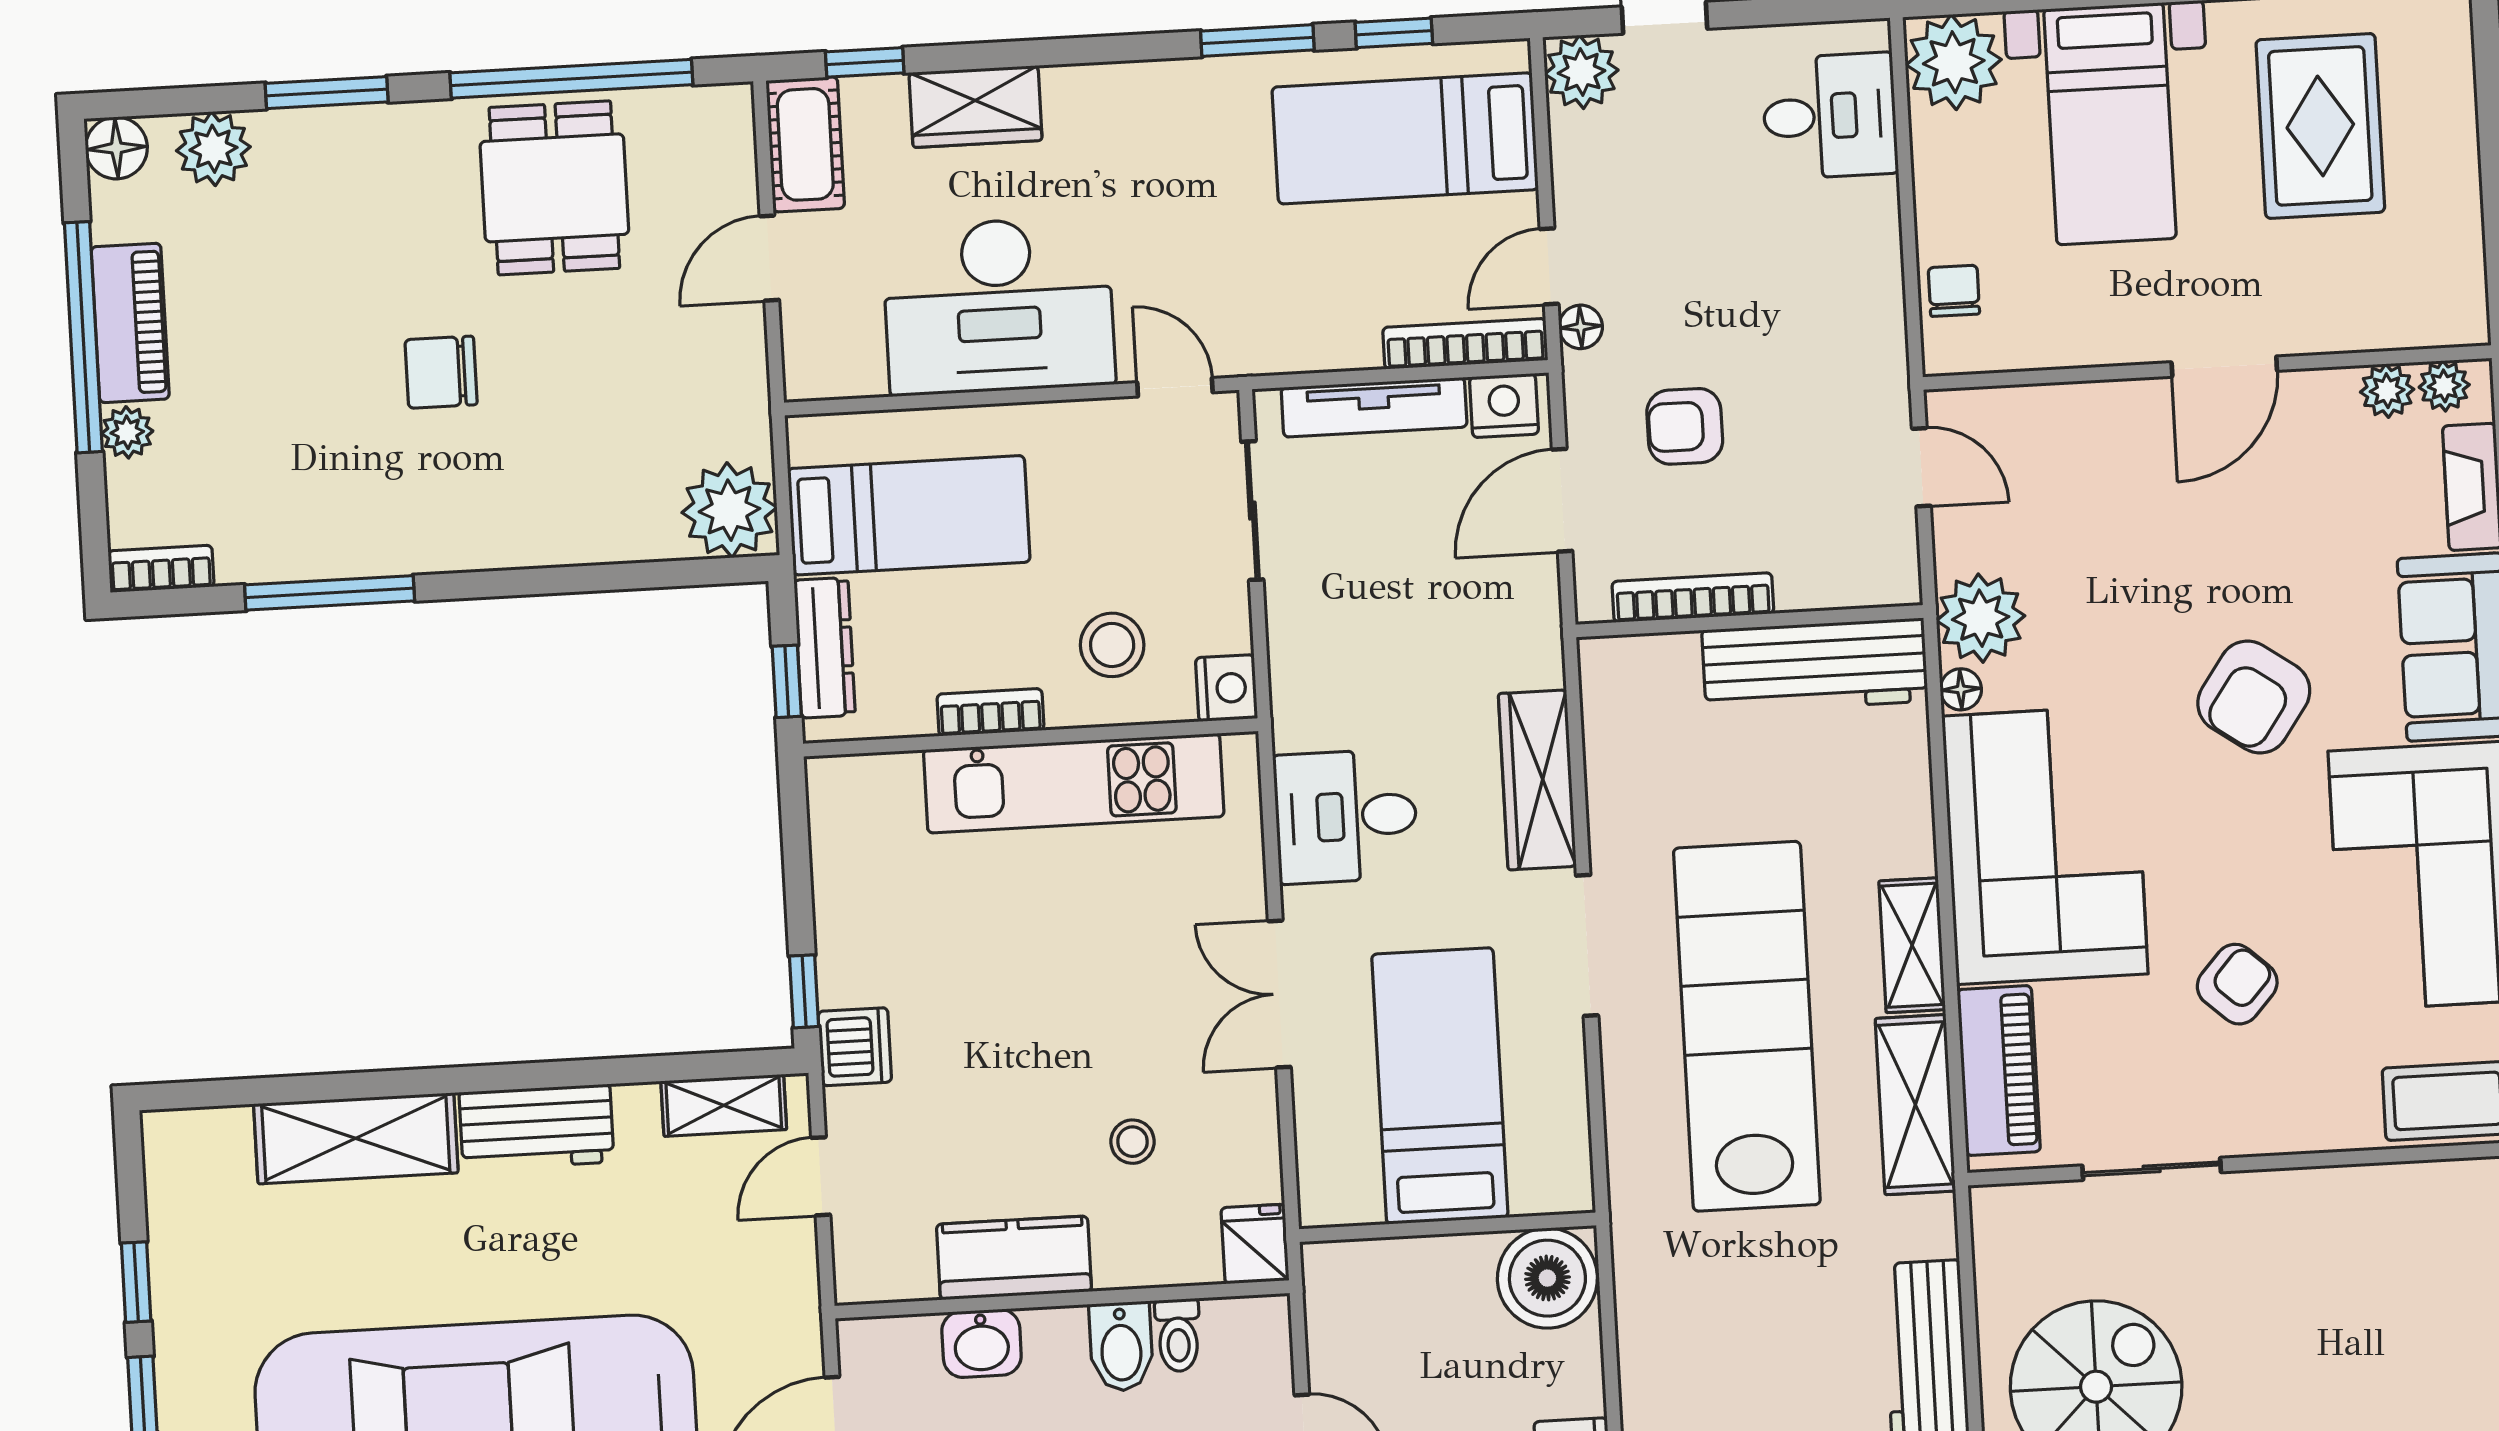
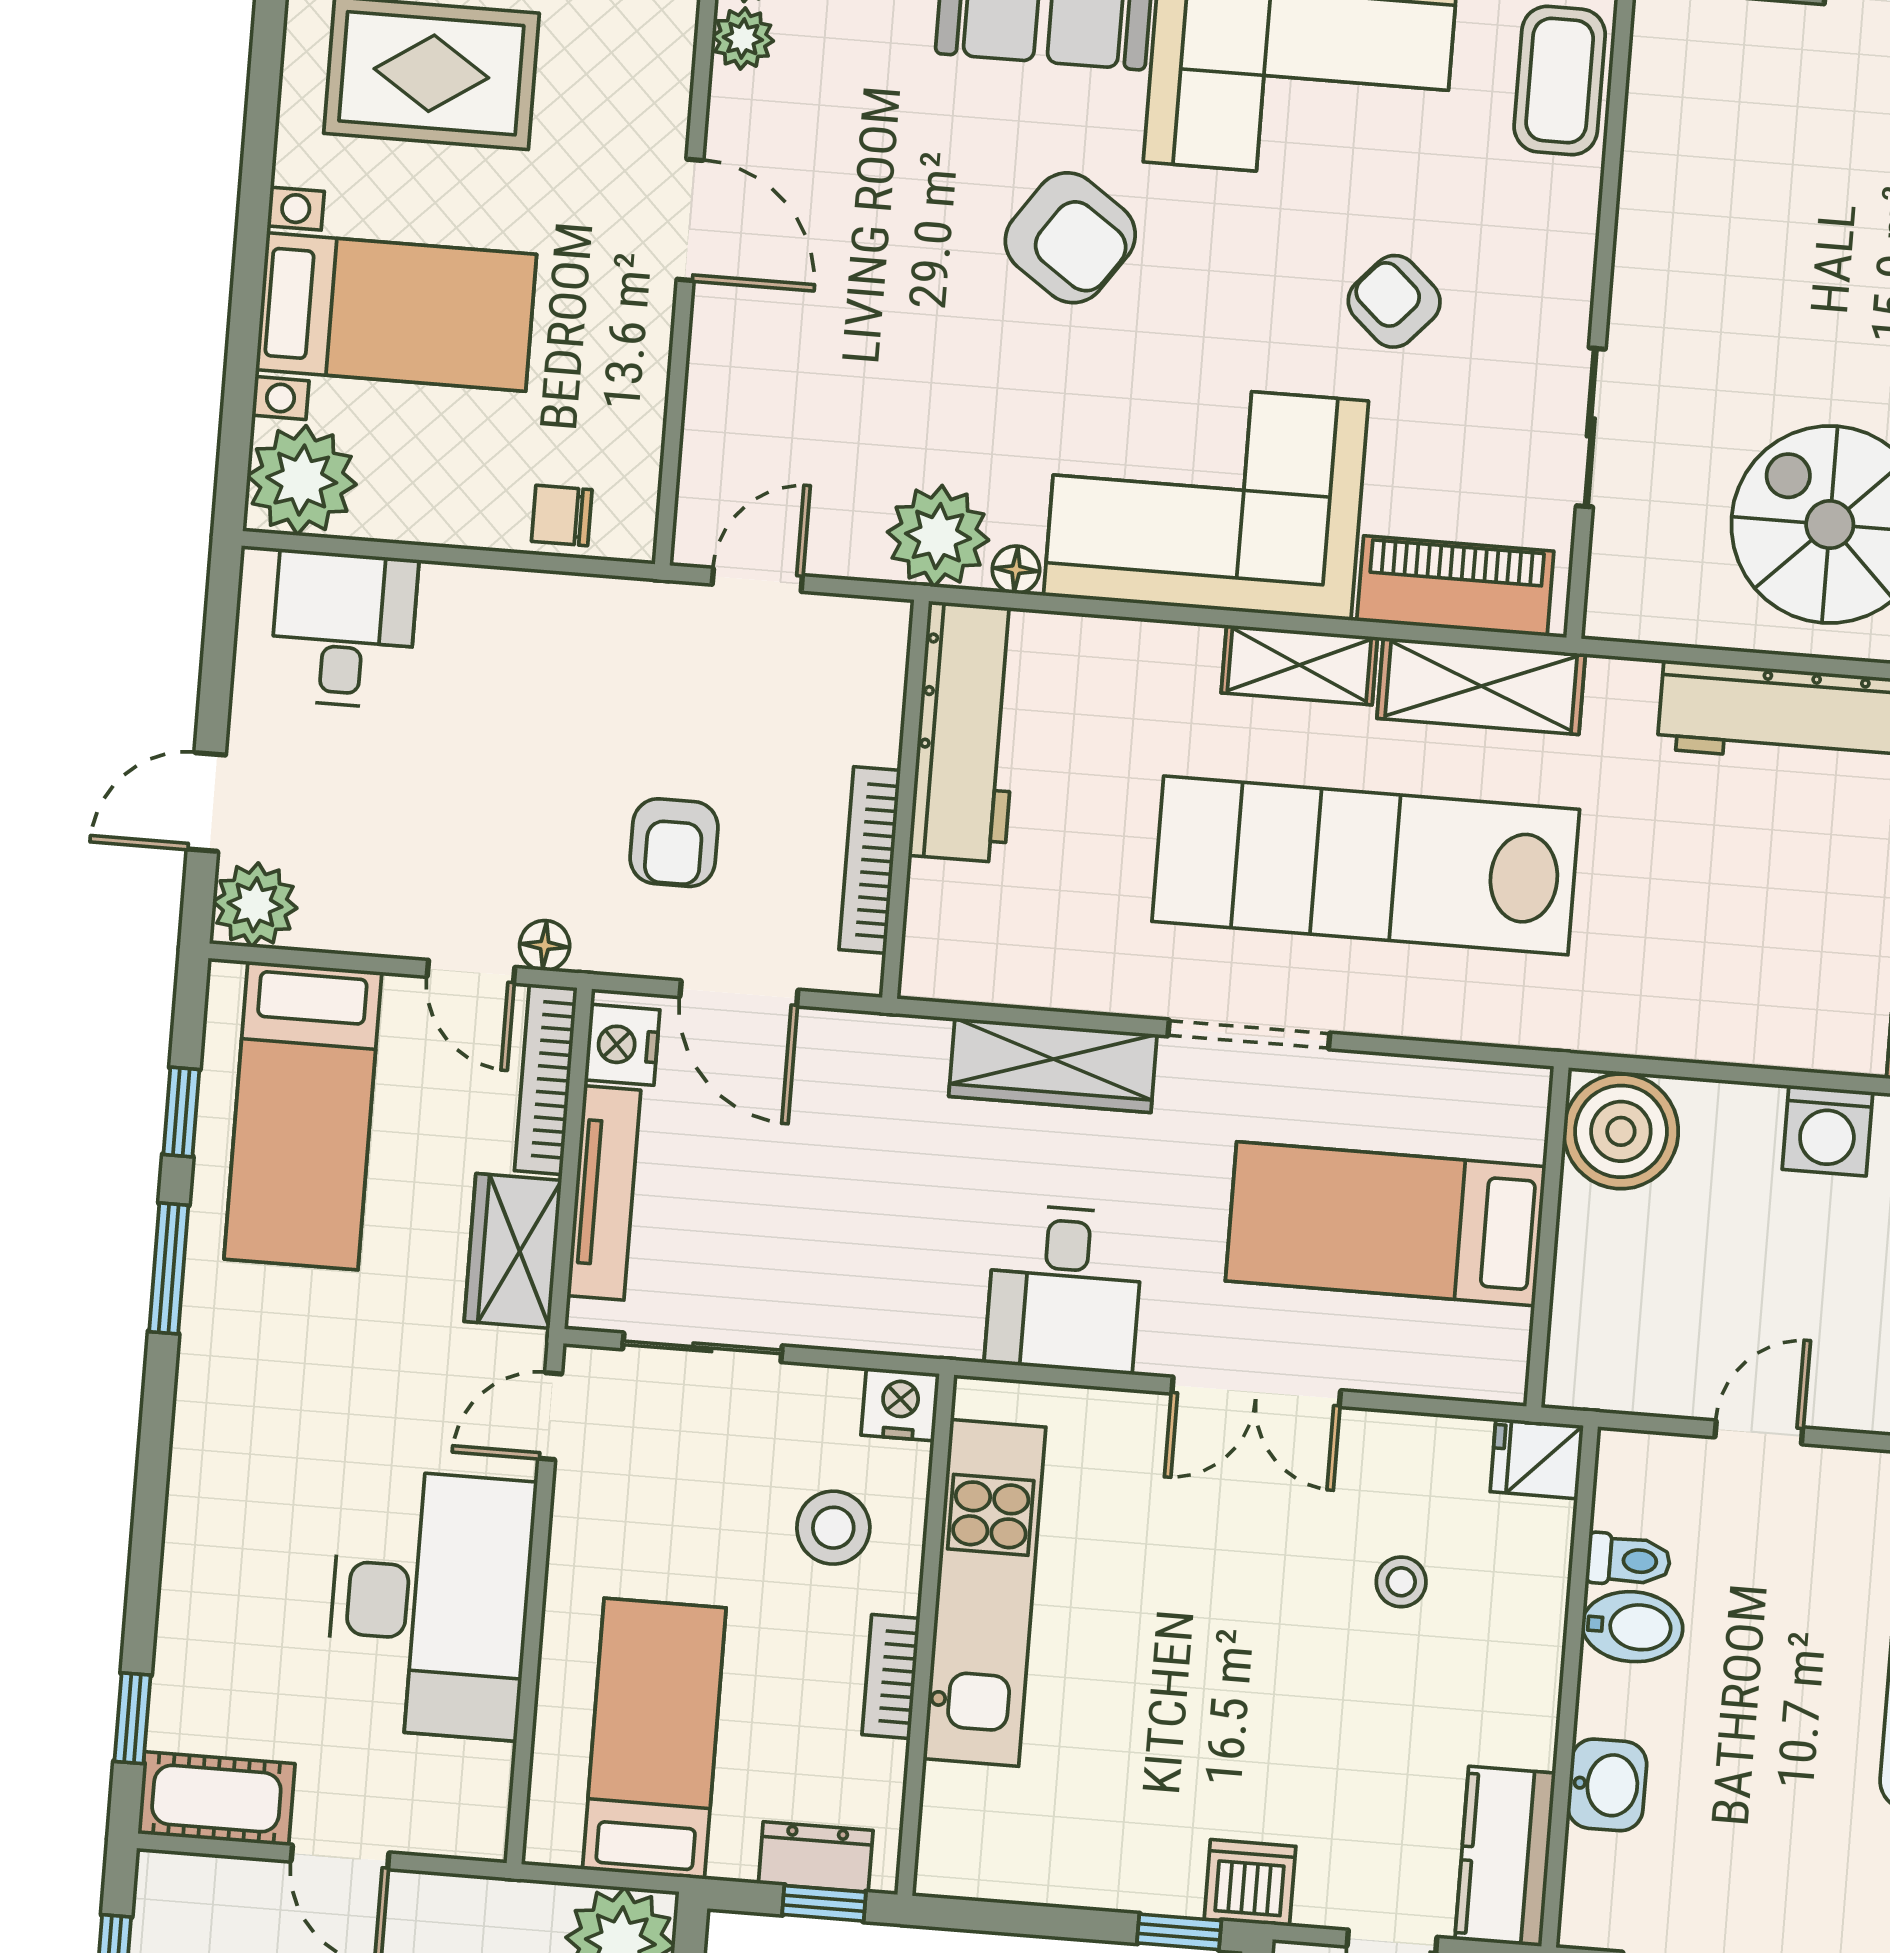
wardrobe: (976, 107) -> (513, 1251), moved, turned 180
dresser: (825, 648) -> (816, 1857), width x0.70
kitchen counter: (1014, 1258) -> (1505, 1856), moved

